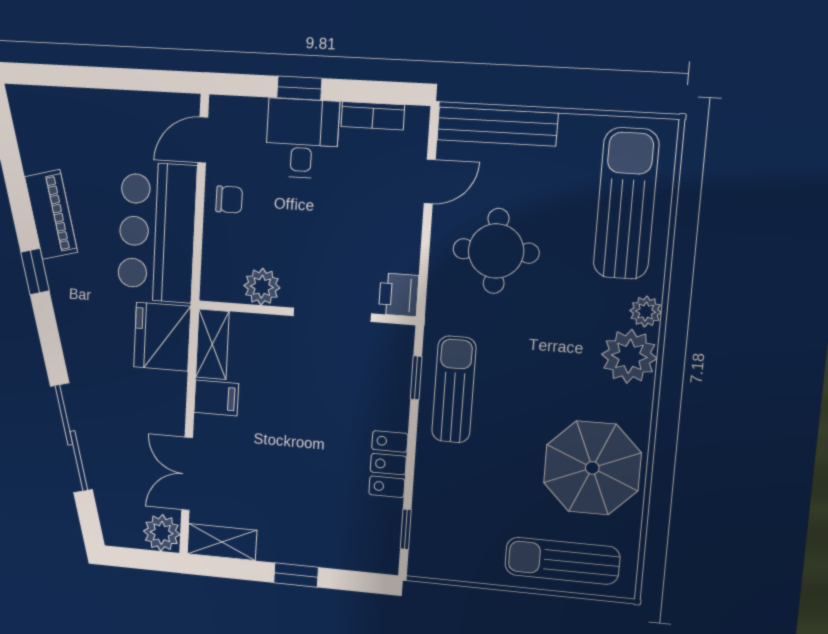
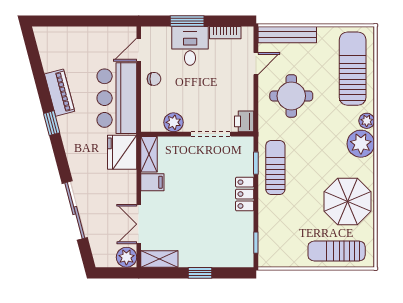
window: (299, 88) -> (187, 21), width x1.50
locker: (388, 464) -> (245, 194), moved

